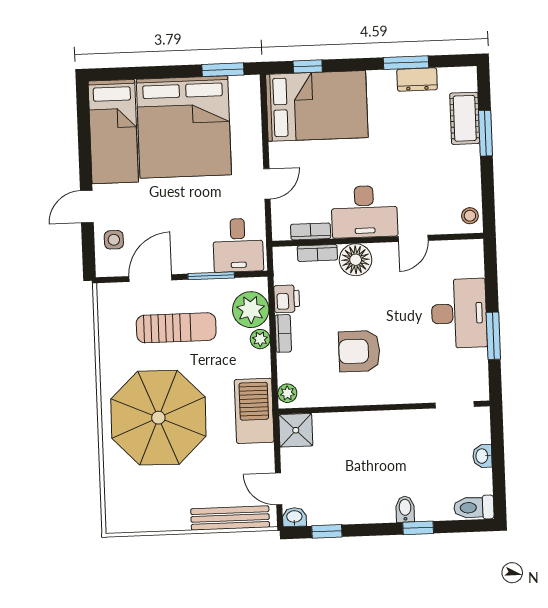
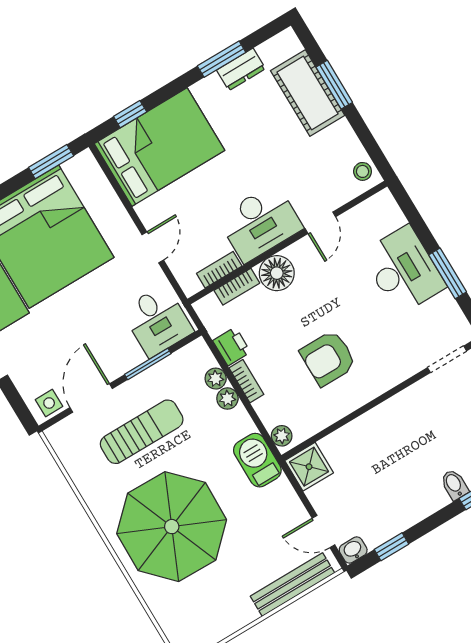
cot: (465, 118) -> (308, 93), width x1.37, depth x1.34
side table: (114, 240) -> (49, 403), moved
plant: (251, 310) -> (216, 379), width x0.53, depth x0.53
barbecue: (254, 411) -> (257, 460), width x0.73, depth x0.83

